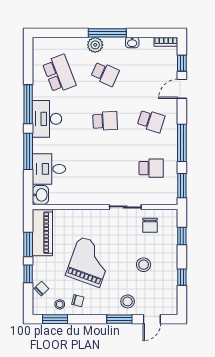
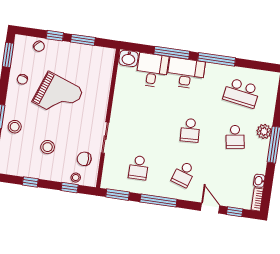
washbasin: (132, 42) -> (259, 181), moved
school desk: (59, 74) -> (241, 93), turned 30
school desk: (105, 74) -> (235, 137), turned -33
desk: (47, 119) -> (186, 73), moved
piano: (42, 233) -> (92, 55), removed
stool: (60, 304) -> (76, 178), moved

